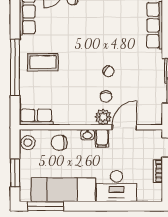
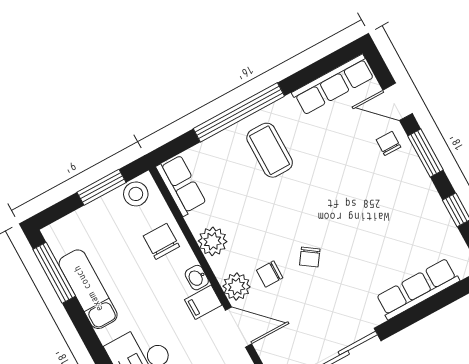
plant: (73, 117) -> (213, 241), added
window: (15, 173) -> (101, 187), moved
exam couch: (63, 190) -> (88, 289), width x0.73, depth x0.69

